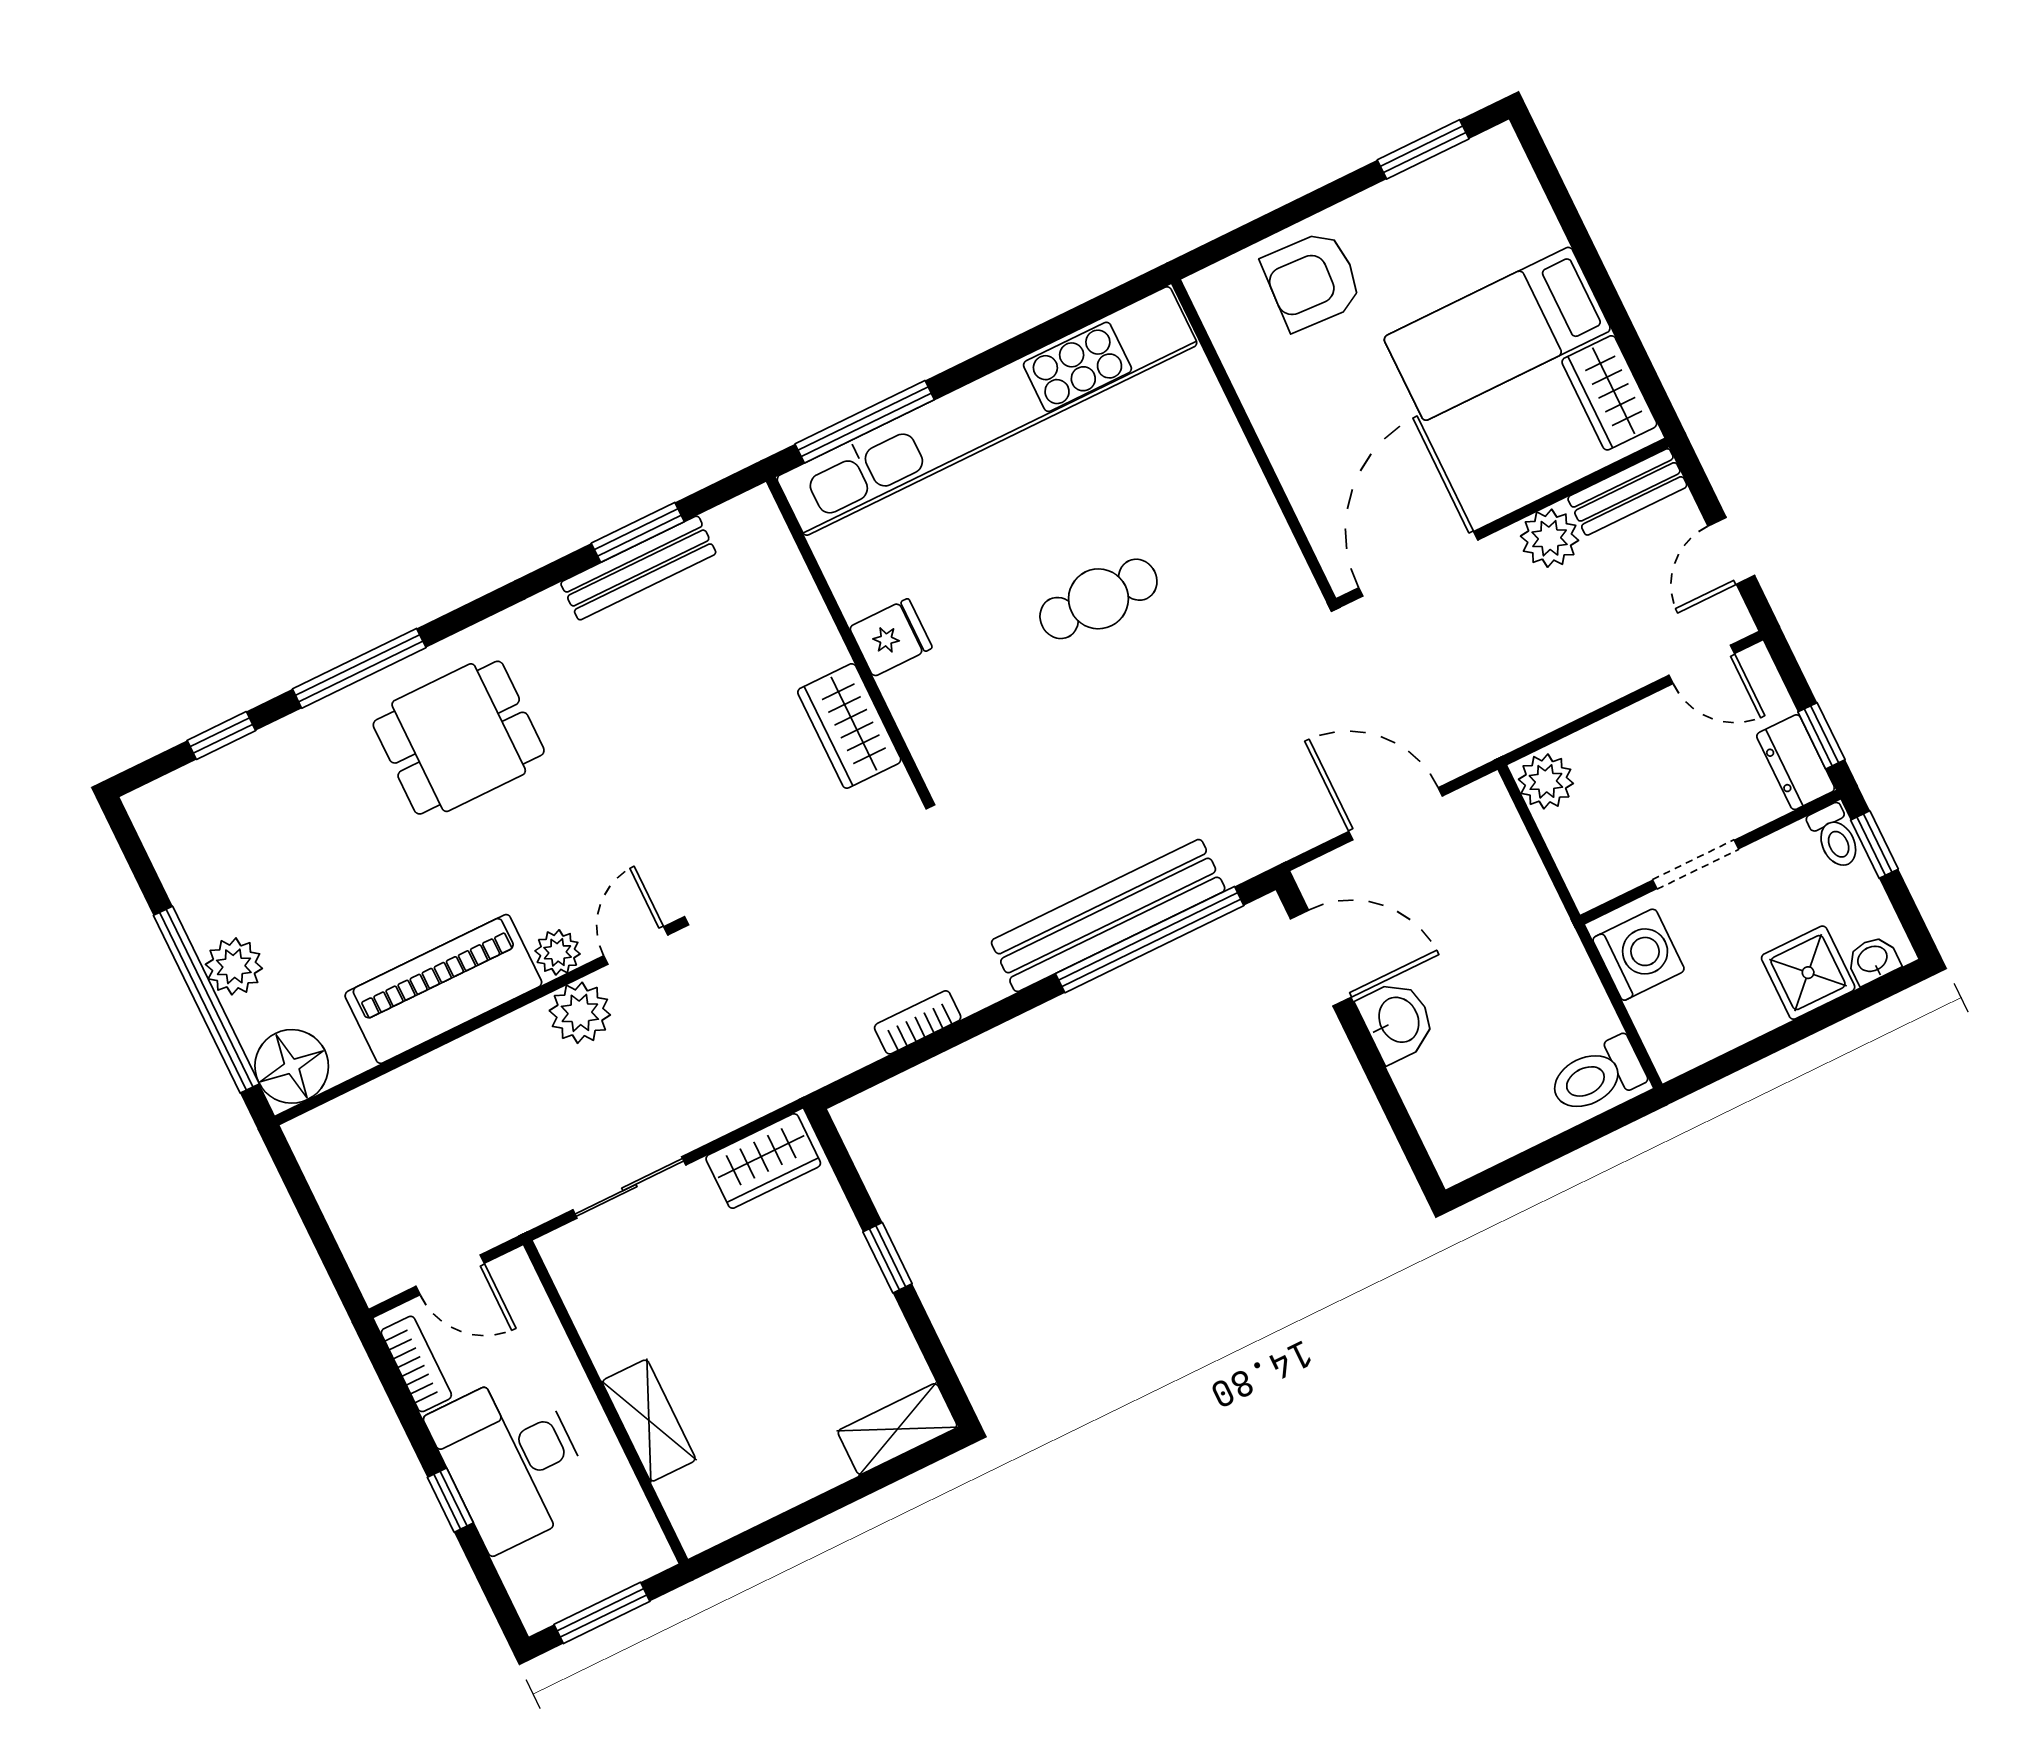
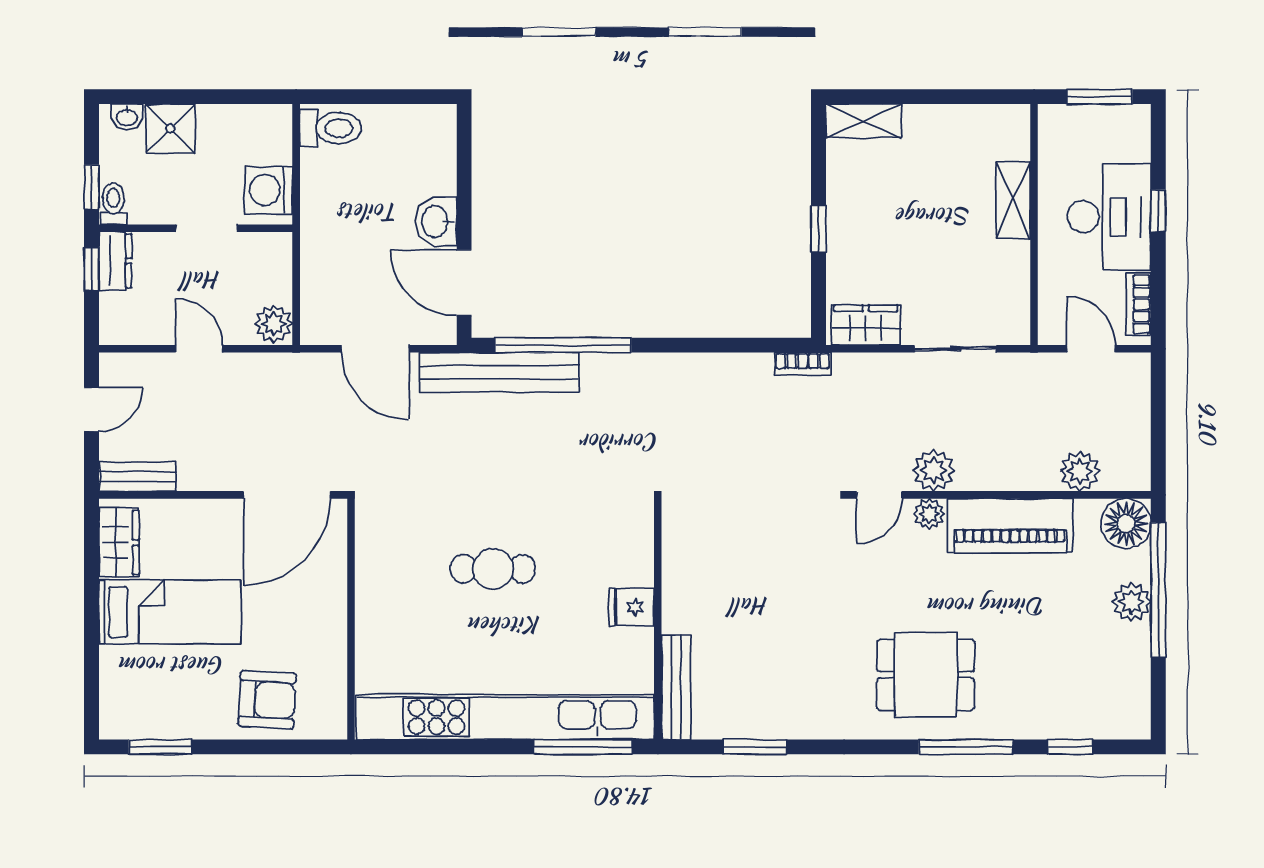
plant: (1550, 538) -> (1080, 471), moved
bench: (638, 568) -> (676, 687), moved, turned 90
door: (1702, 664) -> (199, 349), moved
wardrobe: (849, 726) -> (683, 565), removed
bench: (1108, 916) -> (499, 372), moved
bookcase: (918, 1022) -> (803, 364), moved

